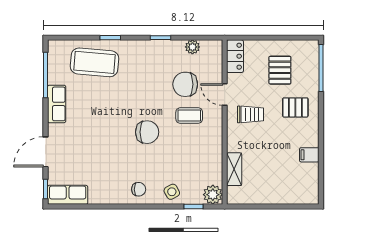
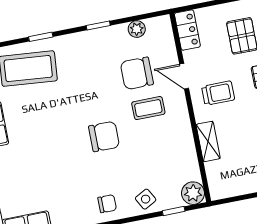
shelving: (234, 169) -> (208, 141), moved

